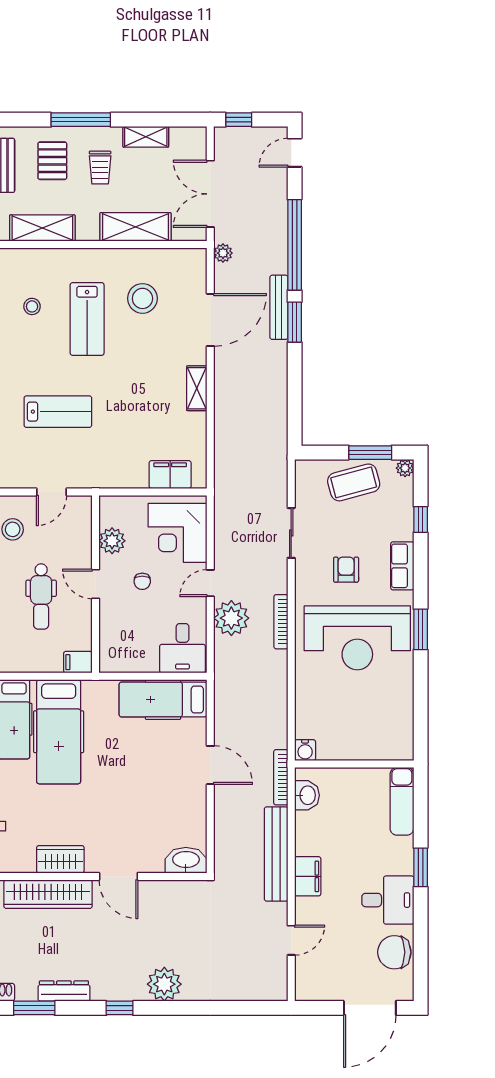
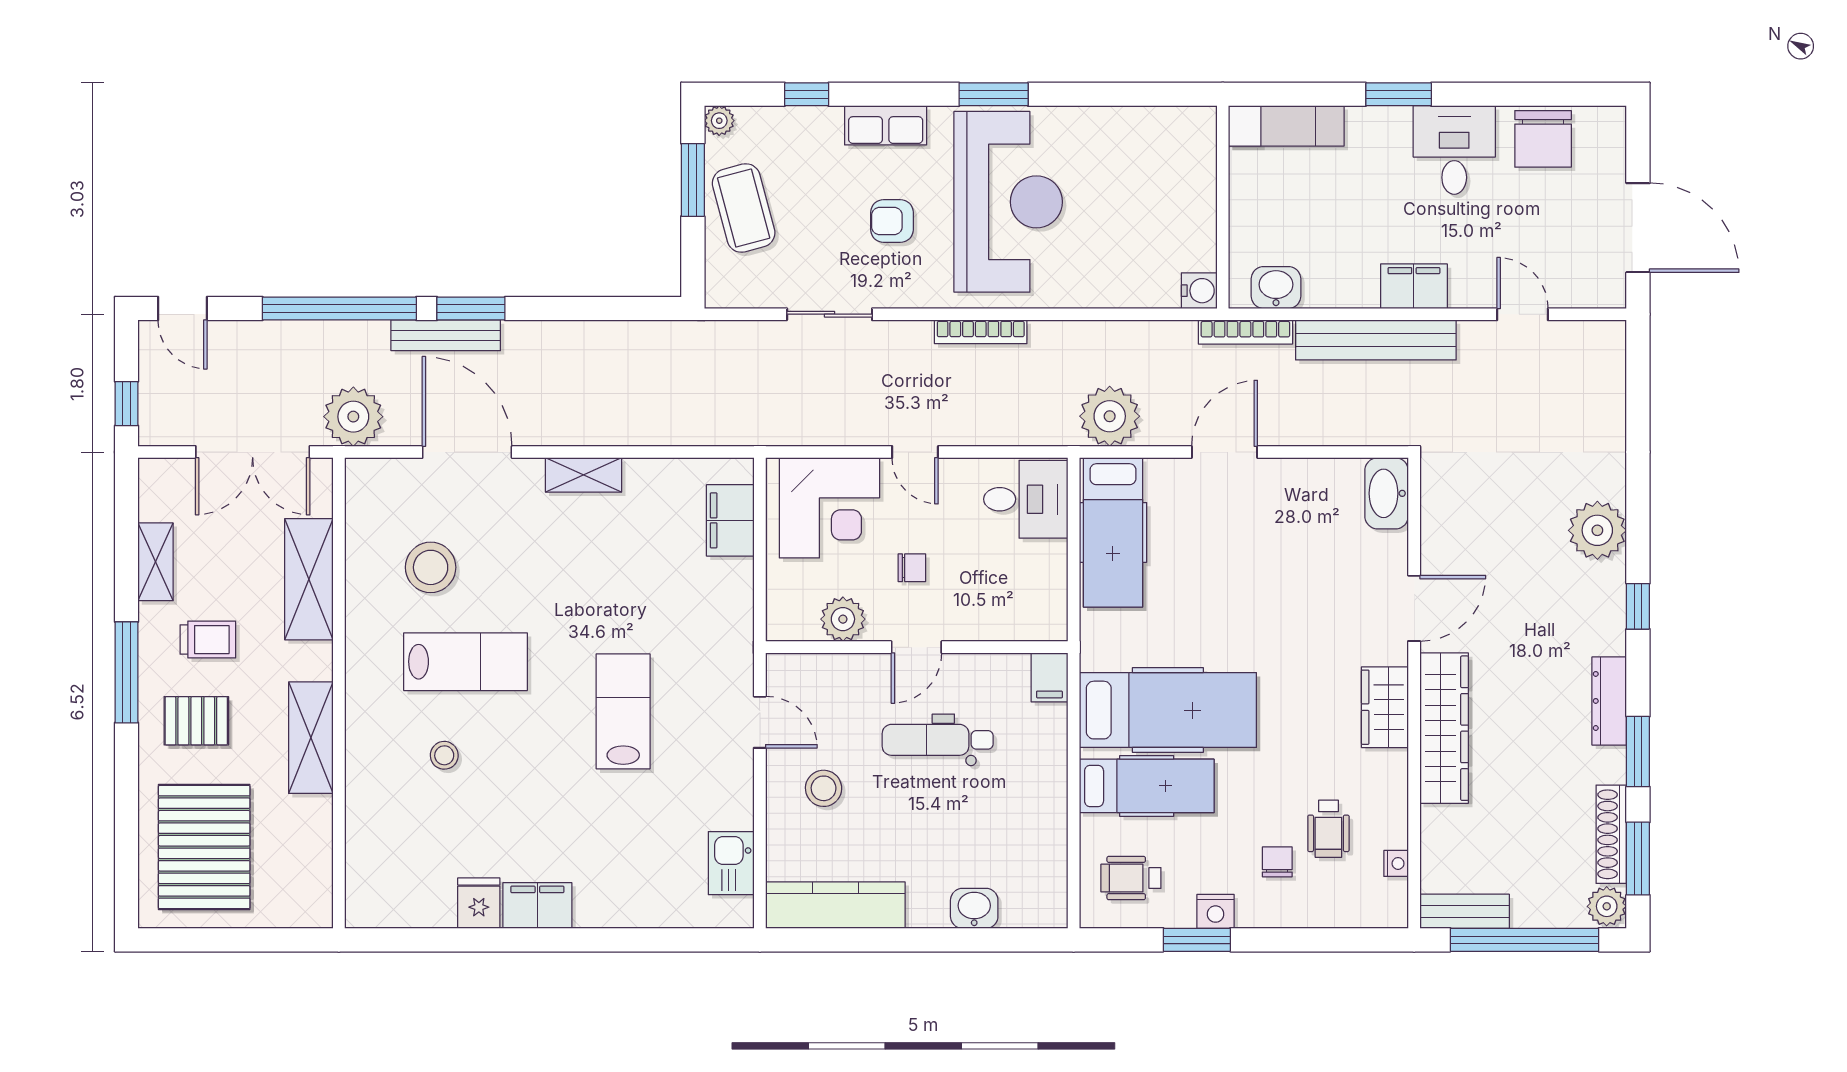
plant: (223, 253) -> (353, 417), width x1.88, depth x1.88
dental chair: (41, 596) -> (938, 740), turned 180
plant: (231, 618) -> (1110, 416), moved
door: (370, 1008) -> (1638, 228), moved

